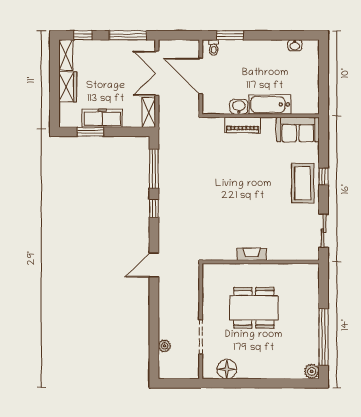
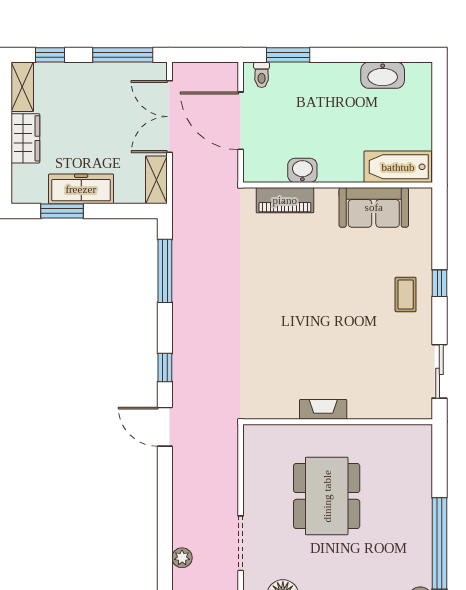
washbasin: (295, 45) -> (383, 75), width x1.91, depth x1.45
bathtub: (270, 104) -> (398, 167), moved
piano: (242, 125) -> (285, 200), moved
sofa: (298, 130) -> (374, 207), moved
coffee table: (303, 183) -> (406, 294), width x0.54, depth x0.58
window: (154, 209) -> (165, 368), moved
door: (154, 265) -> (165, 427), hinge flipped
dining table: (254, 308) -> (327, 496), turned 90

